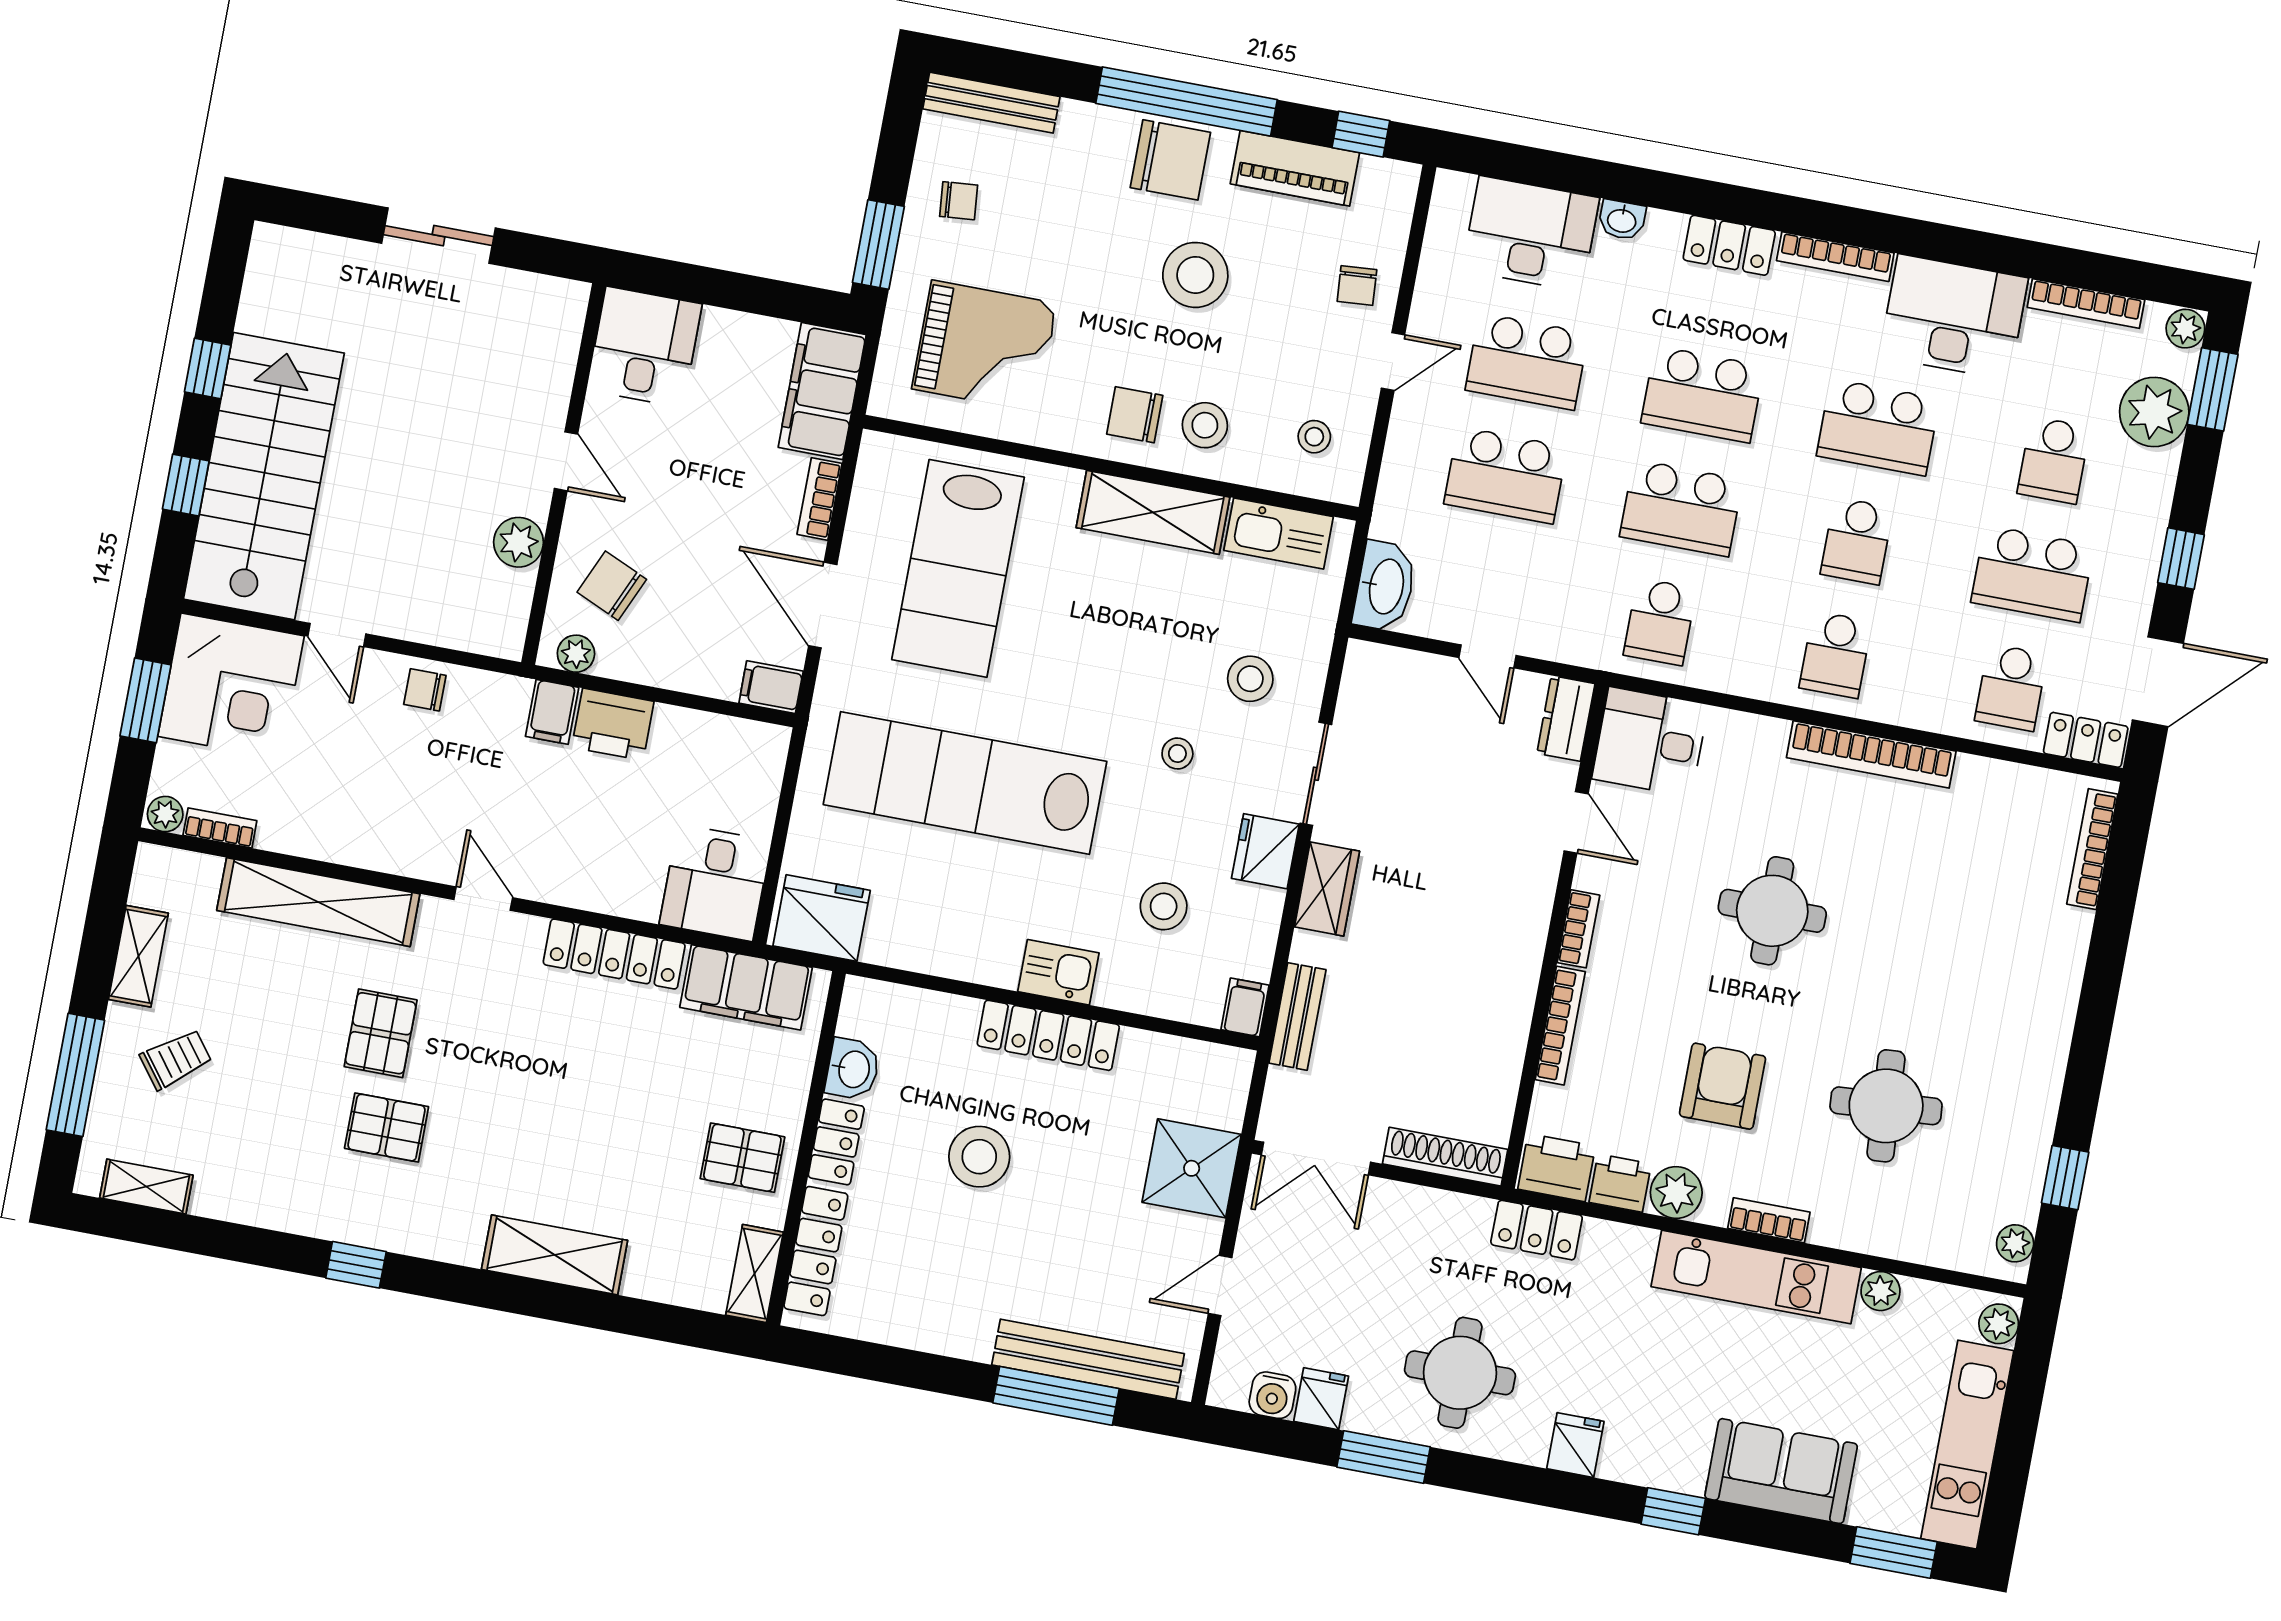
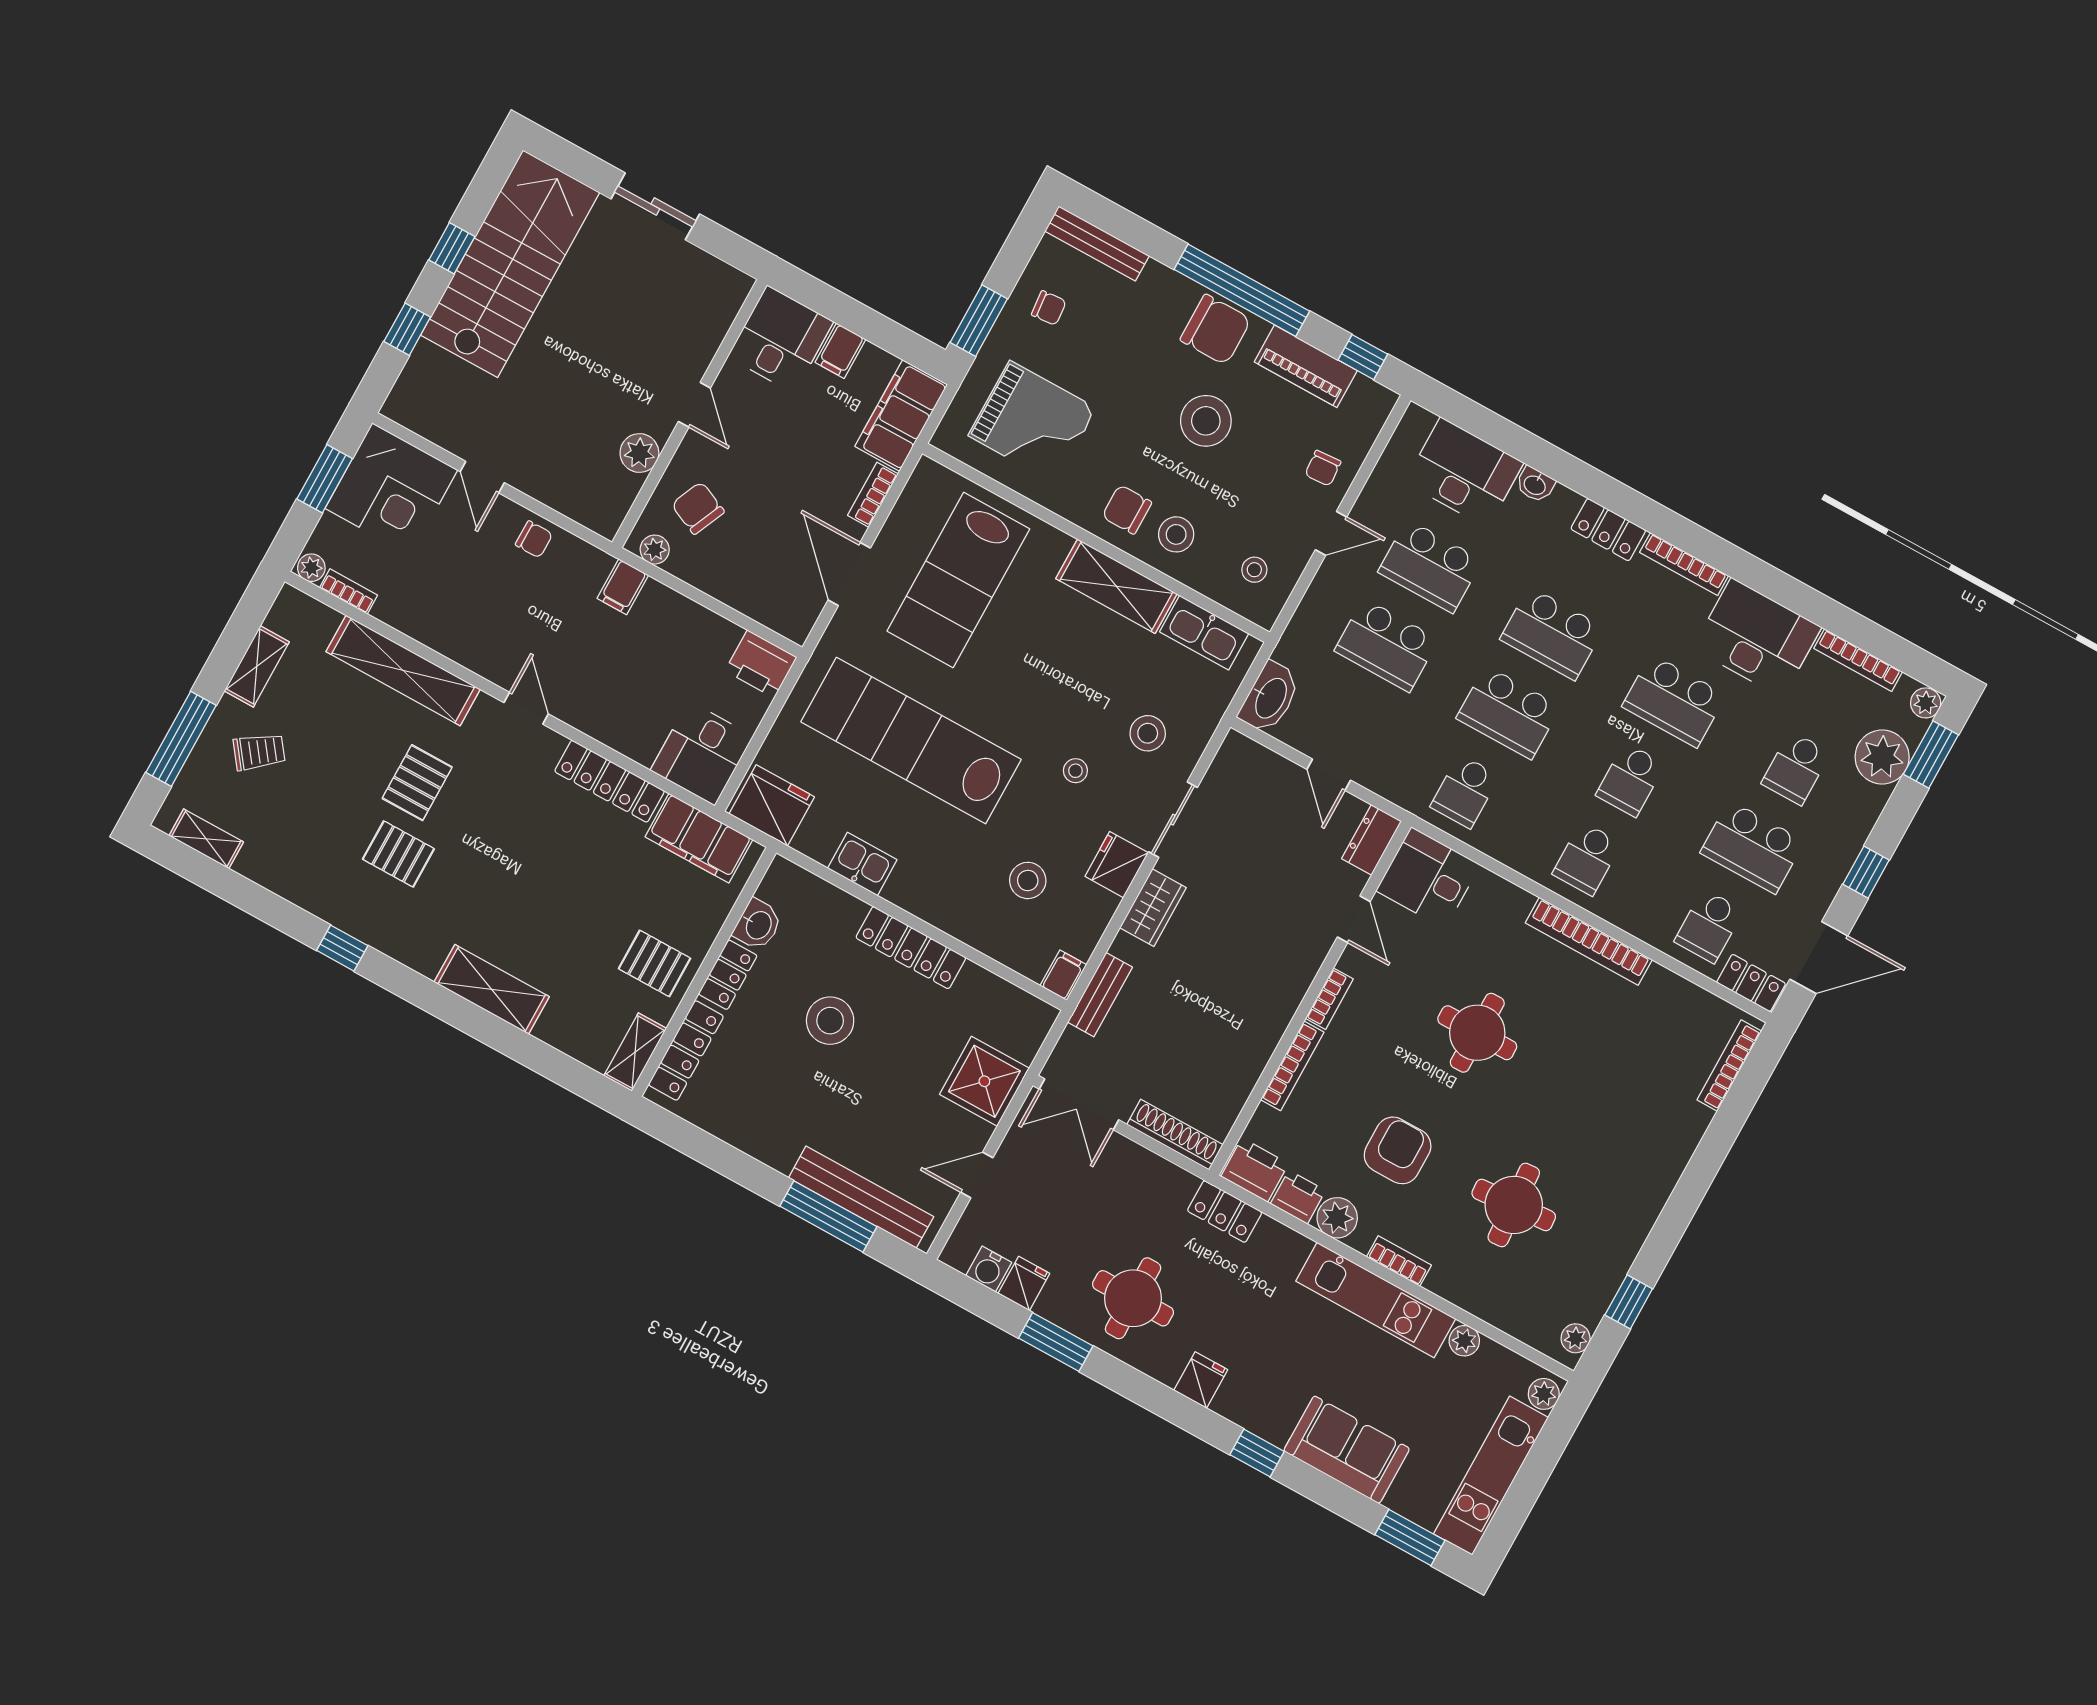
stairs: (264, 476) -> (510, 264), moved
filing cabinet: (771, 687) -> (840, 351), moved, turned -90
chair: (425, 690) -> (534, 539), turned 180
printer: (613, 724) -> (761, 664), moved
kitchen sink: (1058, 972) -> (862, 864), moved

